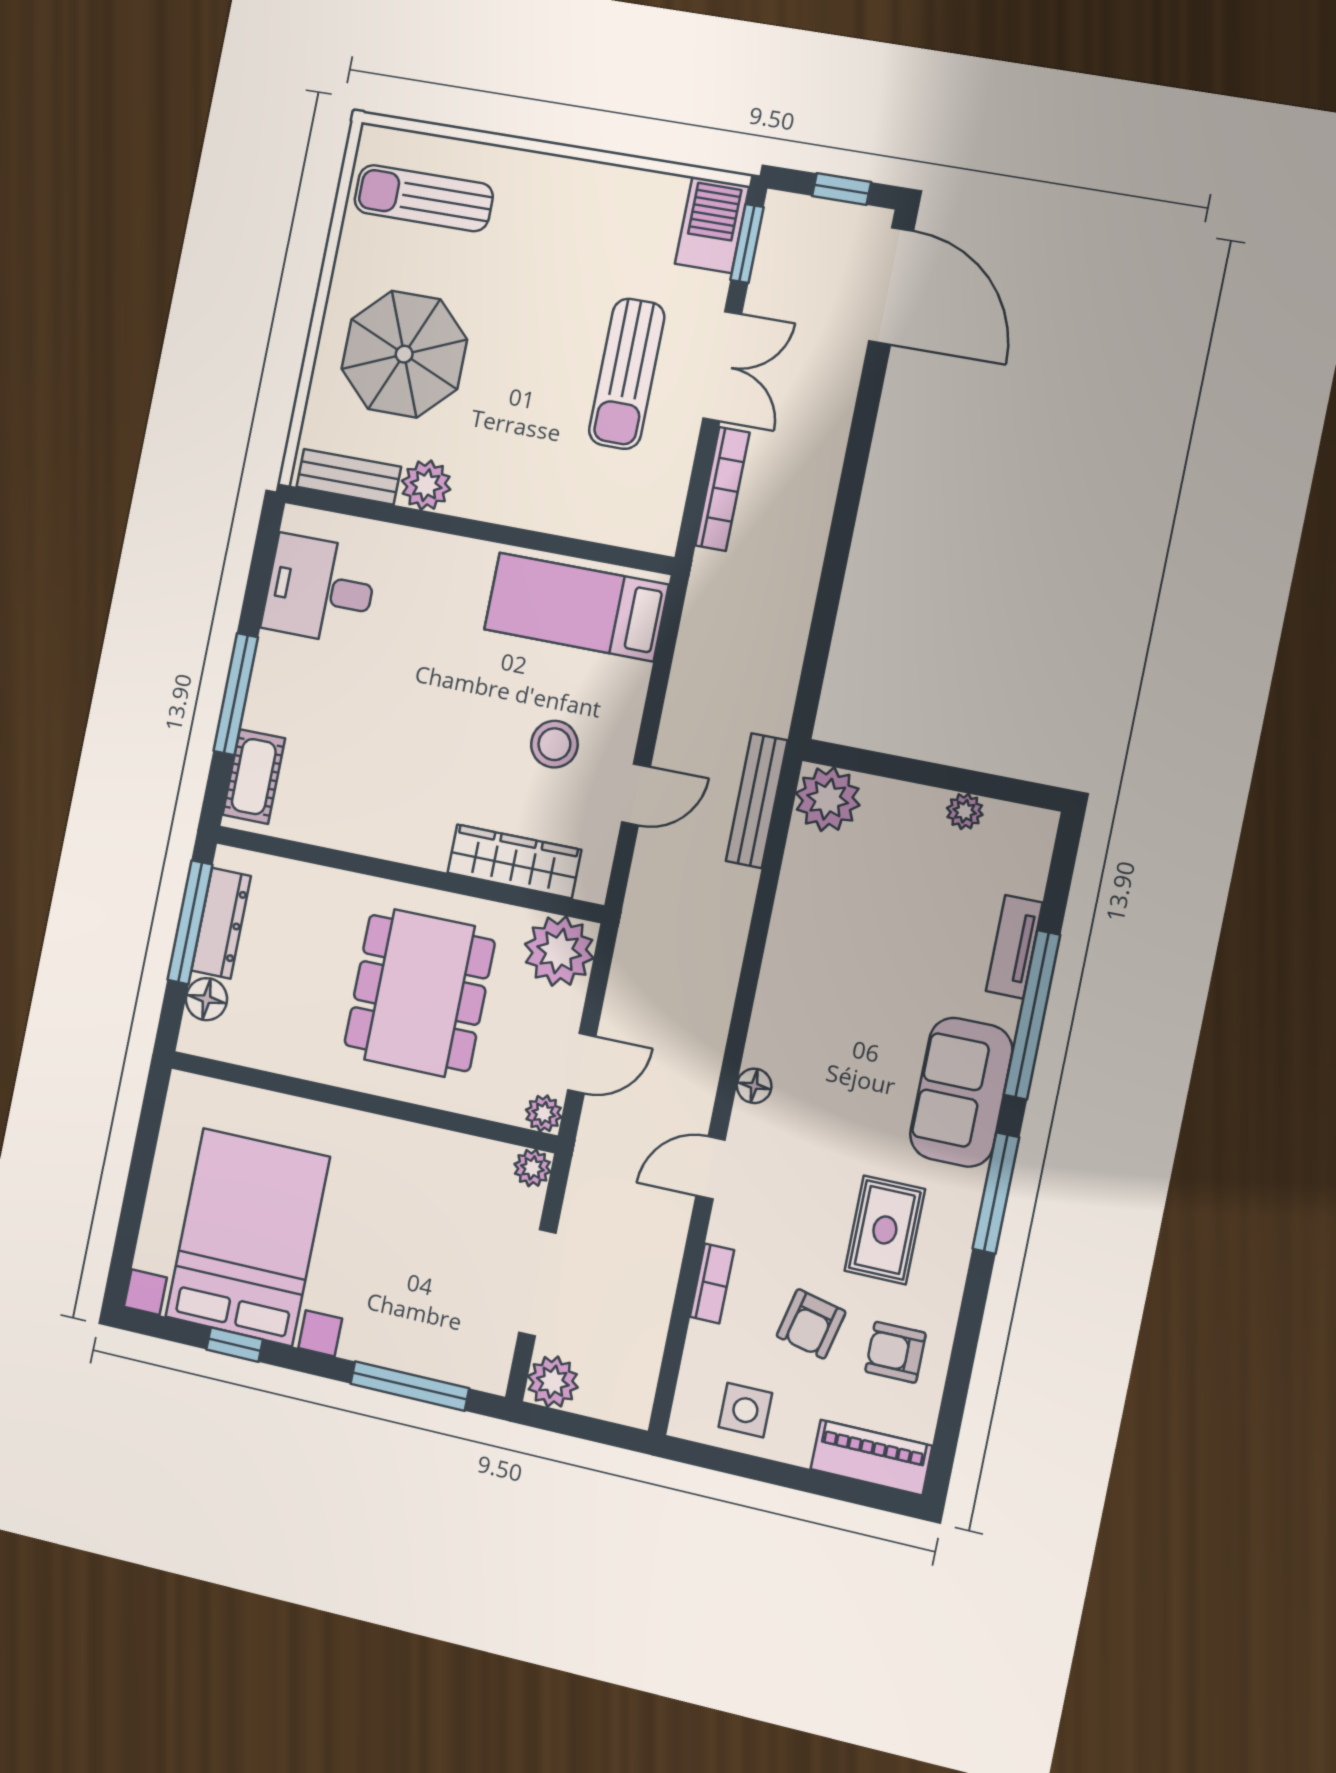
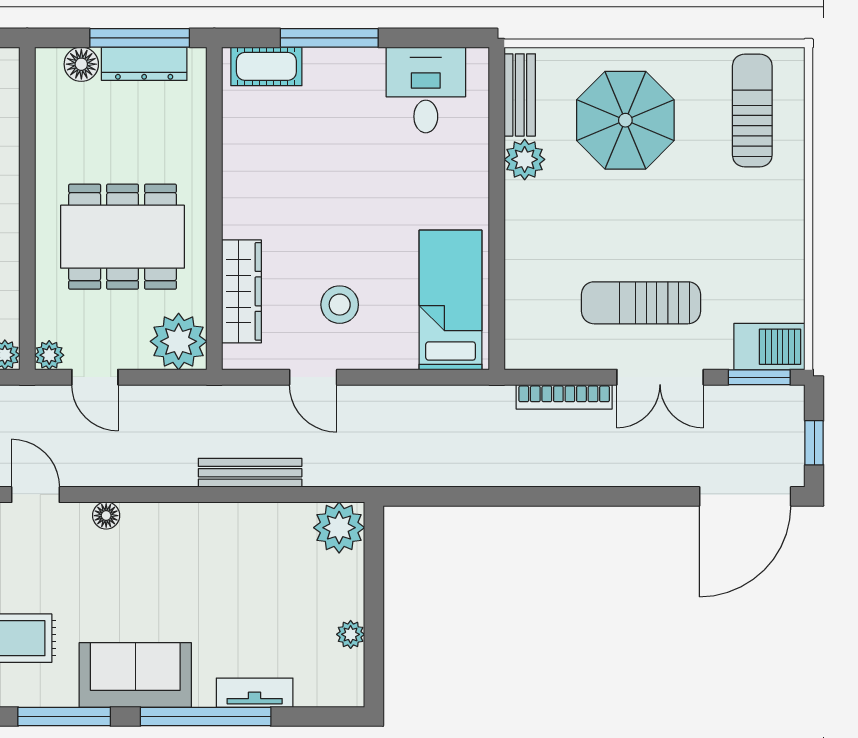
bench: (757, 801) -> (250, 473), moved

